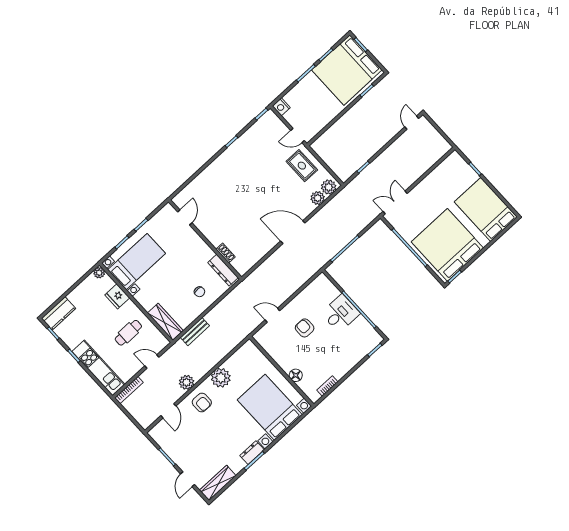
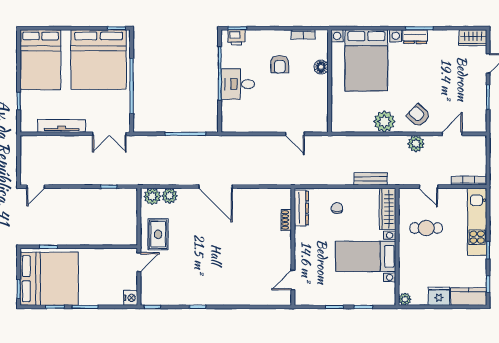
door: (297, 136) -> (139, 262), hinge flipped
tv unit: (431, 179) -> (62, 126), added
bed with nightstands: (137, 262) -> (366, 256), moved
fridge: (117, 296) -> (439, 296), moved, turned -90
armchair: (305, 328) -> (280, 64), moved
printer: (370, 343) -> (236, 37), added
armchair: (202, 402) -> (418, 116), turned -47
wardrobe: (218, 483) -> (473, 38), width x0.67

